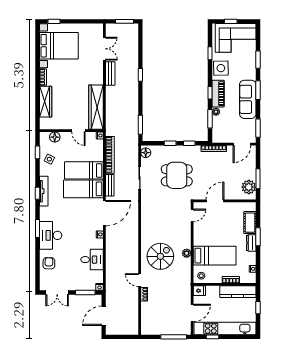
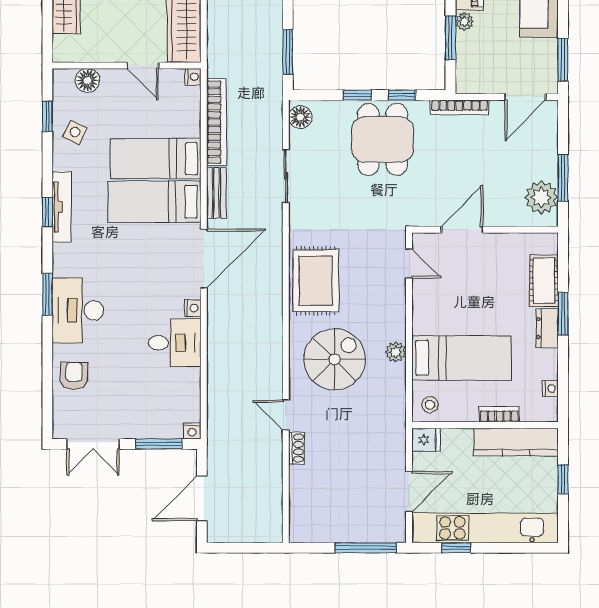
dining table: (177, 175) -> (383, 139), moved, turned 90
door: (192, 215) -> (409, 264), hinge flipped
rug: (152, 223) -> (316, 281), added
desk: (92, 260) -> (175, 343), moved

